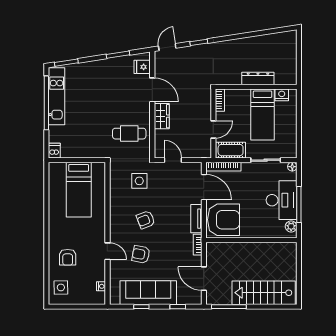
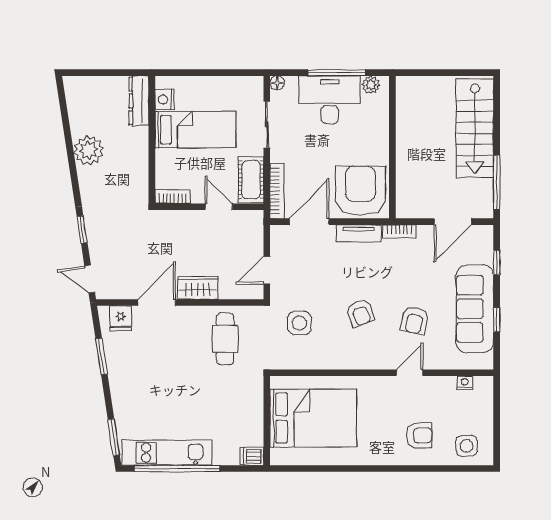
plant: (249, 46) -> (89, 150), added
dresser: (258, 79) -> (139, 101), moved
bed: (79, 190) -> (313, 418), width x1.50

